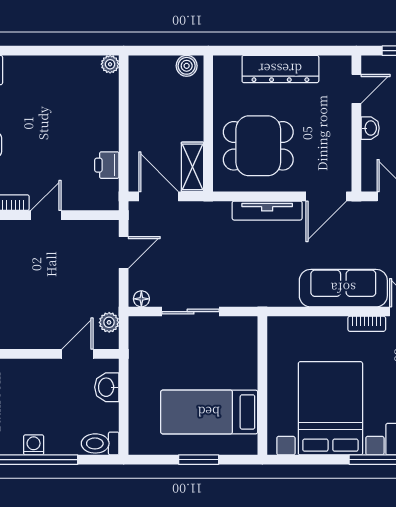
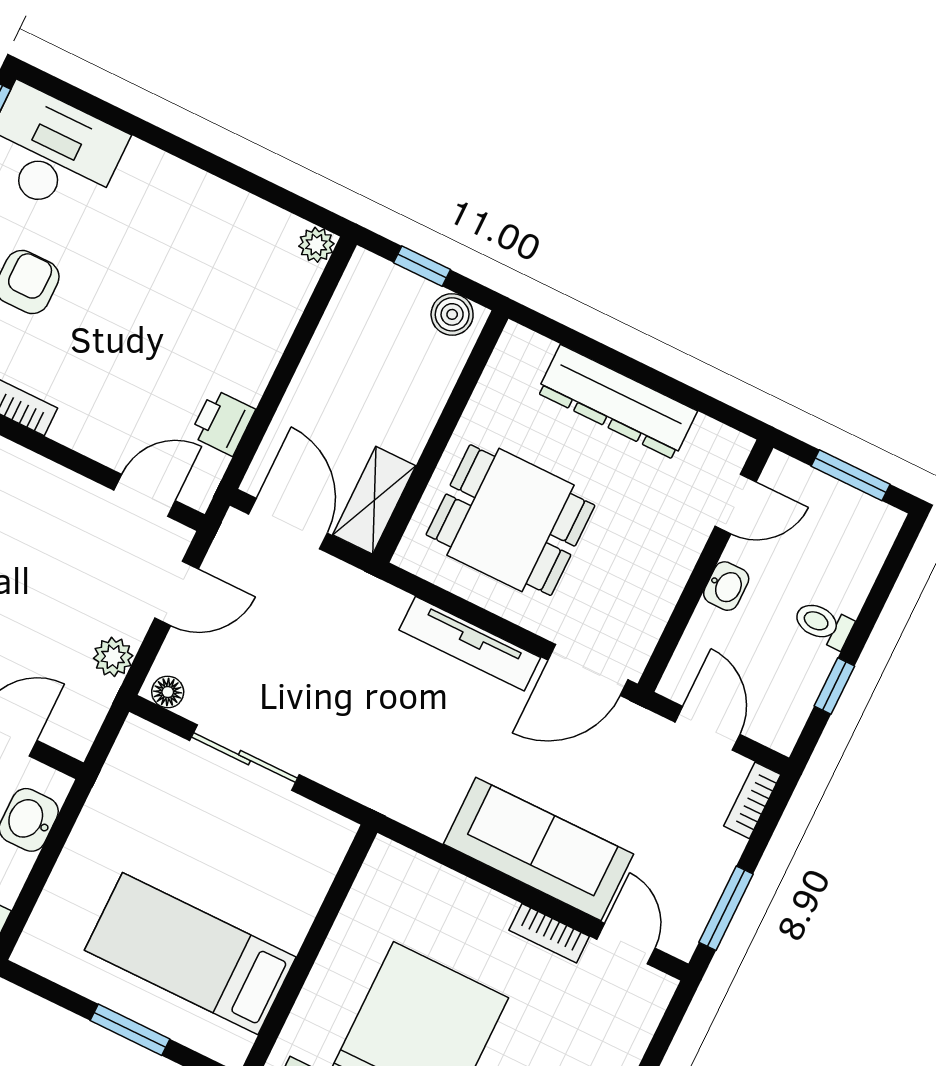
window: (162, 51) -> (422, 266), added
door: (46, 215) -> (145, 495), moved
plant: (109, 322) -> (113, 657), moved

